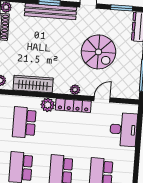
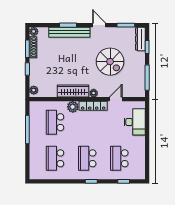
wardrobe: (33, 84) -> (73, 91), moved

